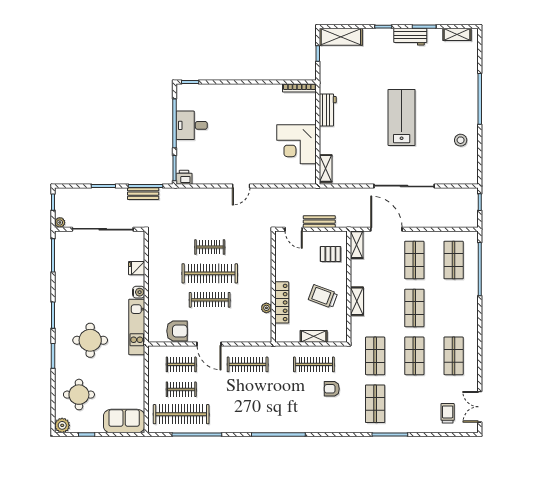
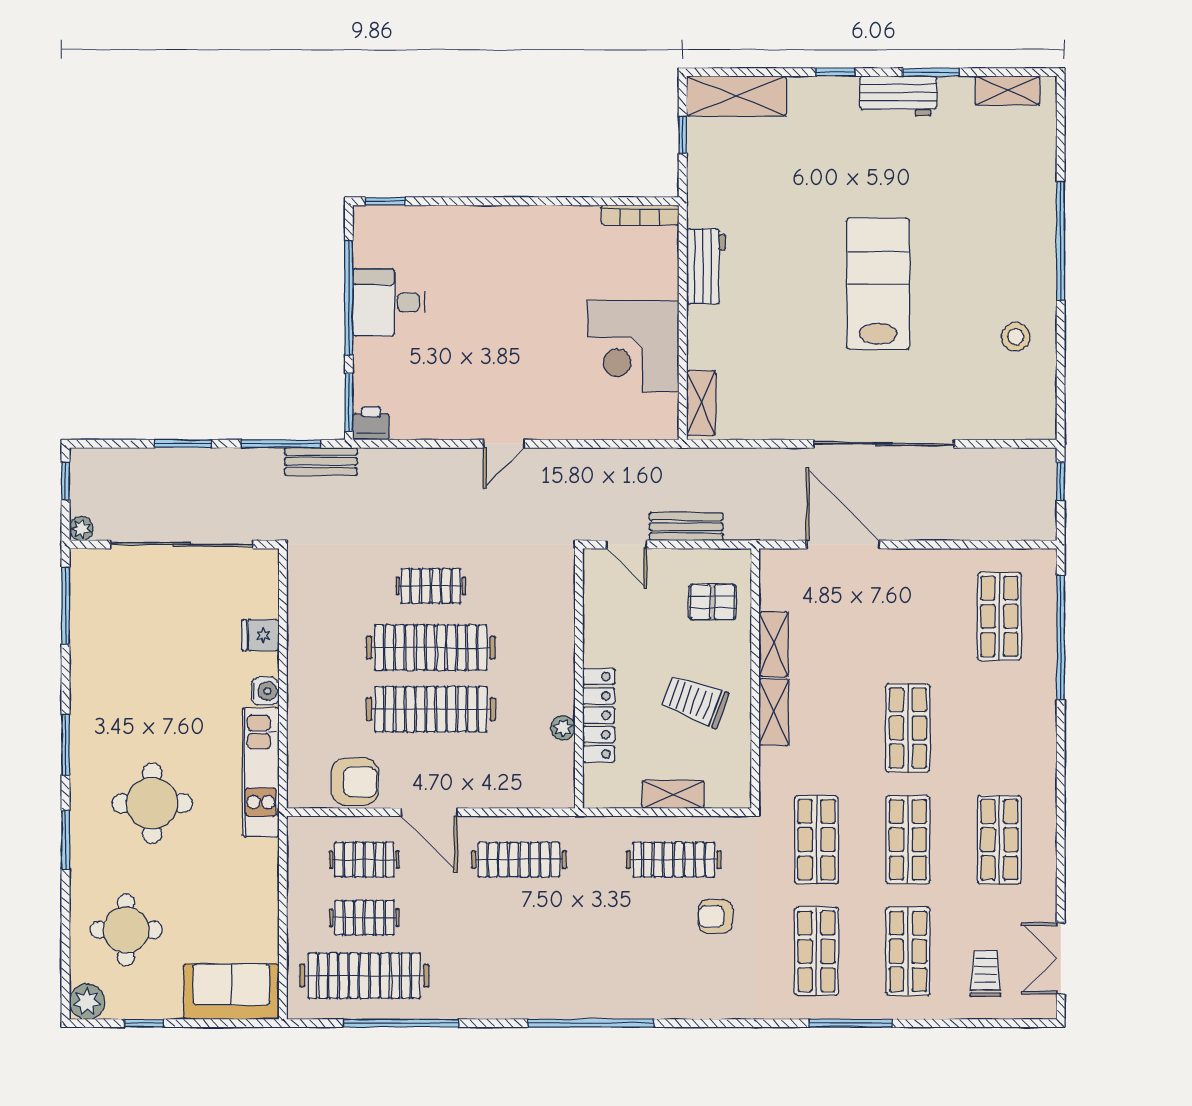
bench: (143, 194) -> (321, 461), moved
shelving: (357, 245) -> (773, 644), moved
shop shelf: (414, 260) -> (908, 951), moved
clothes rail: (210, 300) -> (431, 709), width x1.37, depth x1.31

